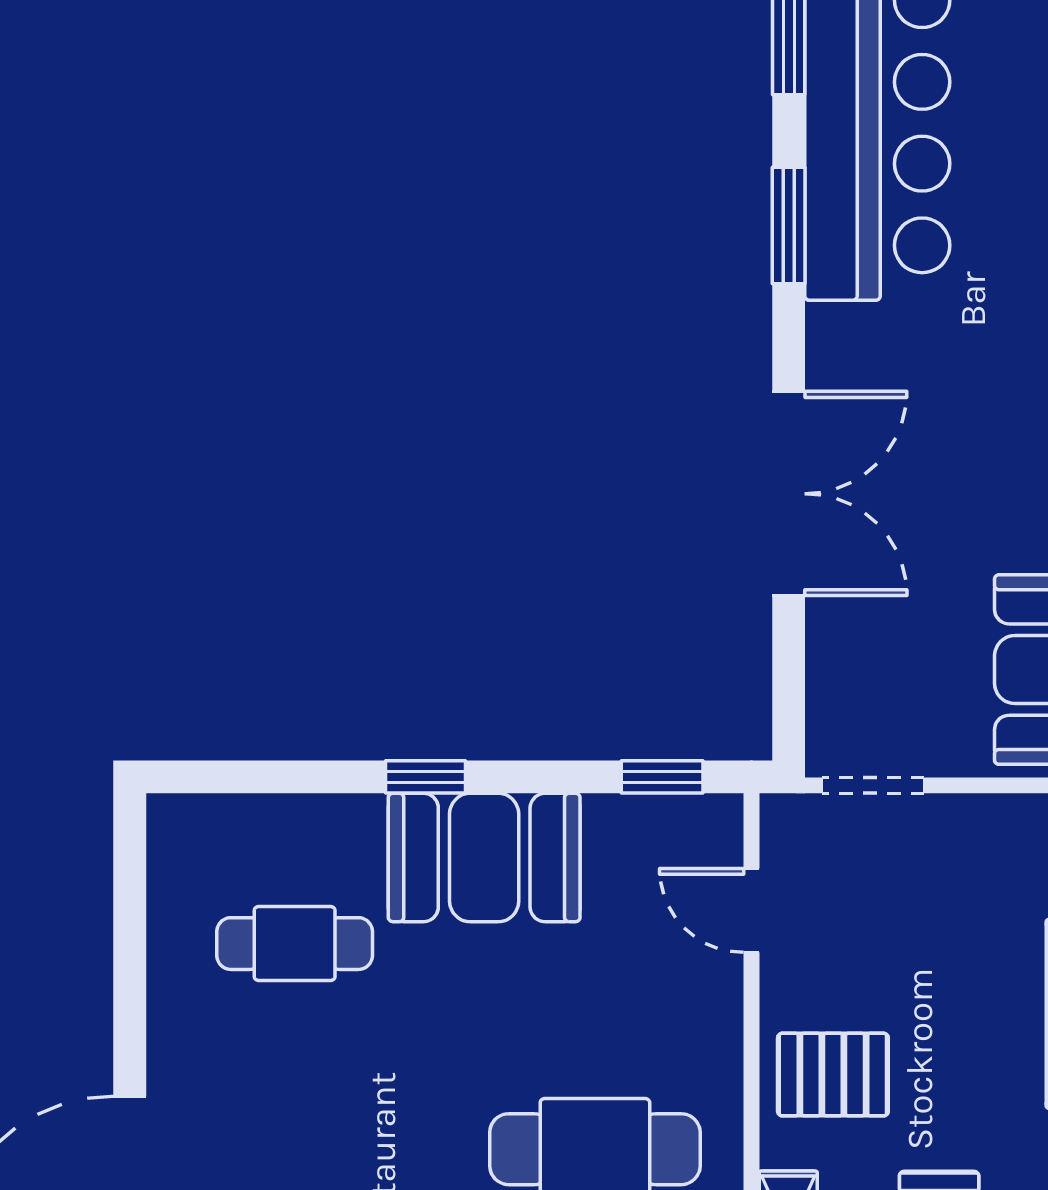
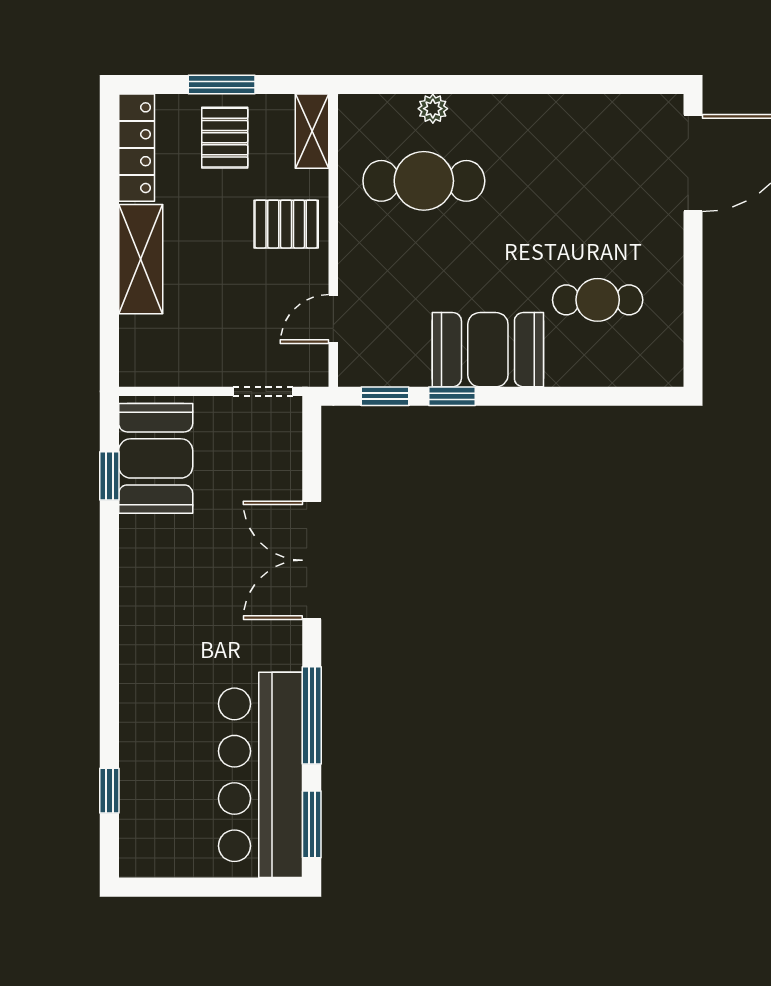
window: (789, 225) -> (312, 715), width x1.44
window: (426, 777) -> (452, 396), moved
door: (751, 910) -> (333, 319), swing flipped

